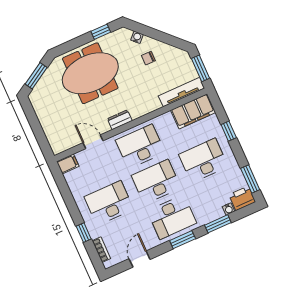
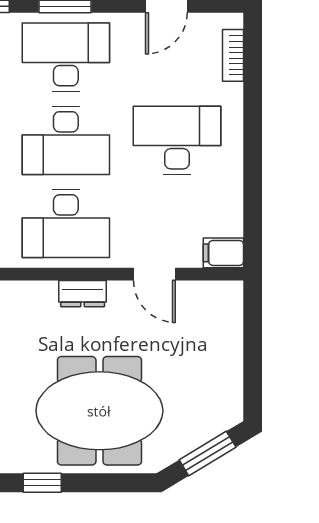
desk: (109, 203) -> (177, 140), turned 180
window: (84, 233) -> (253, 104), removed

